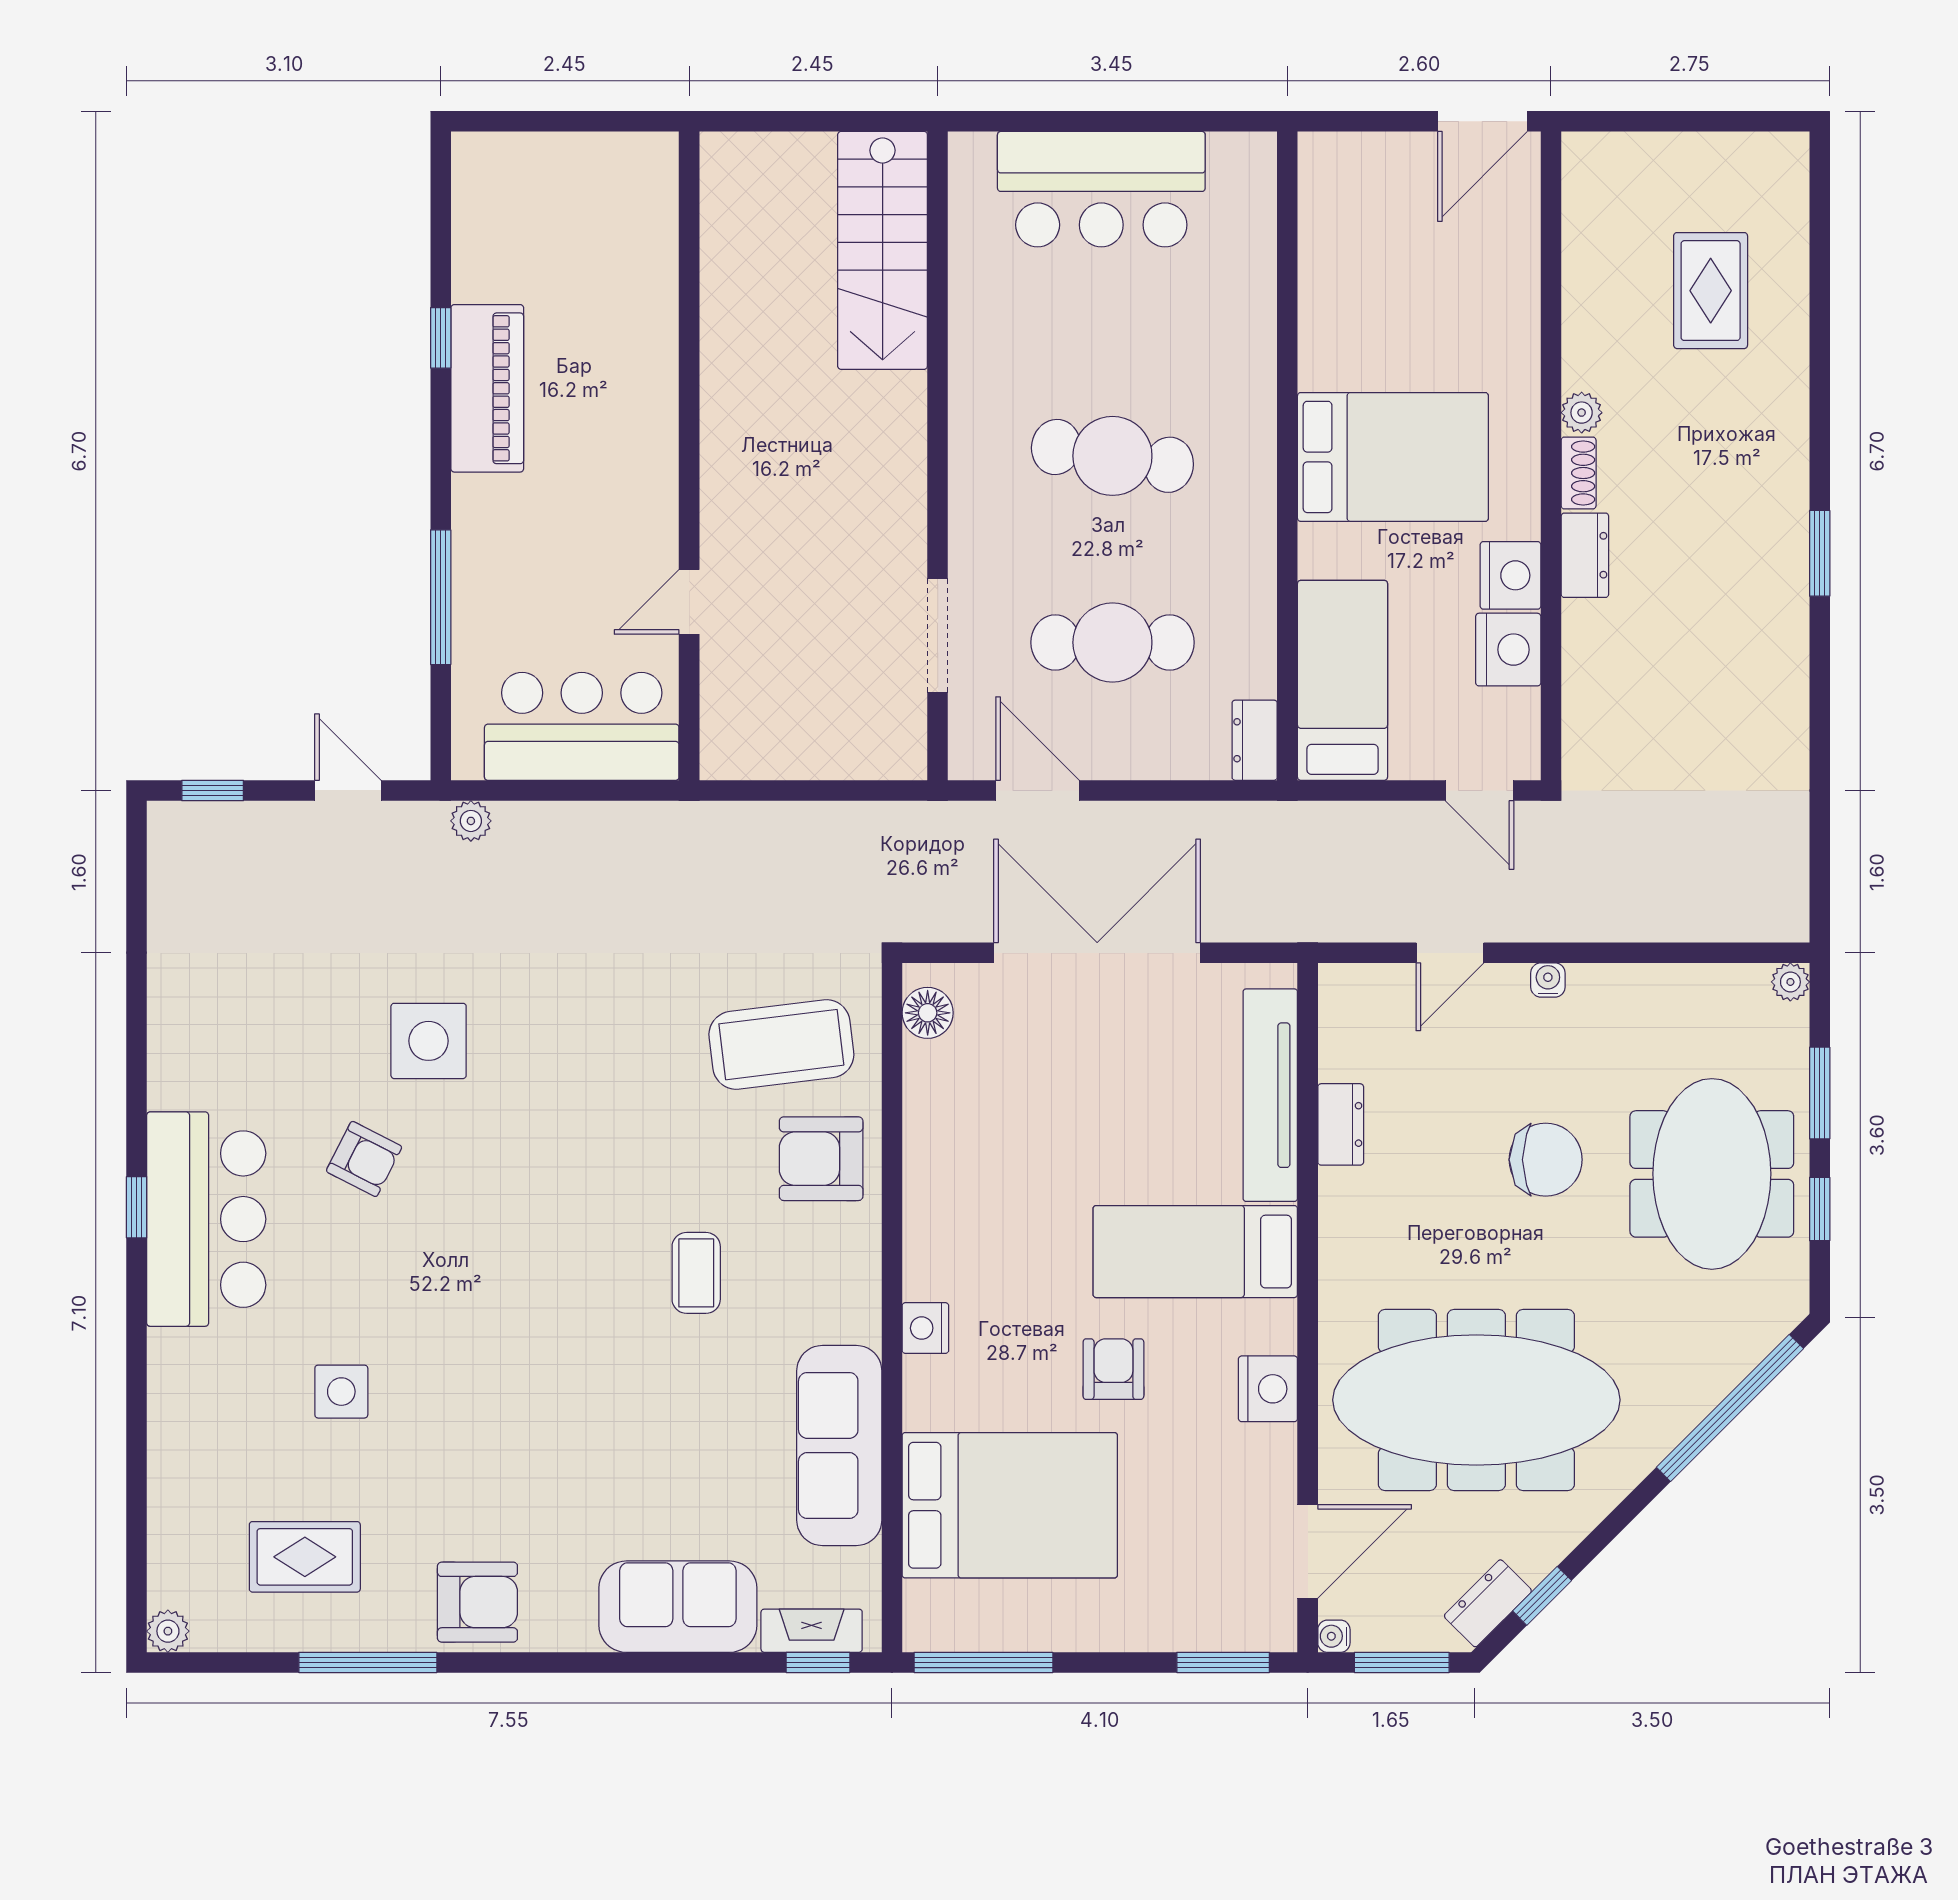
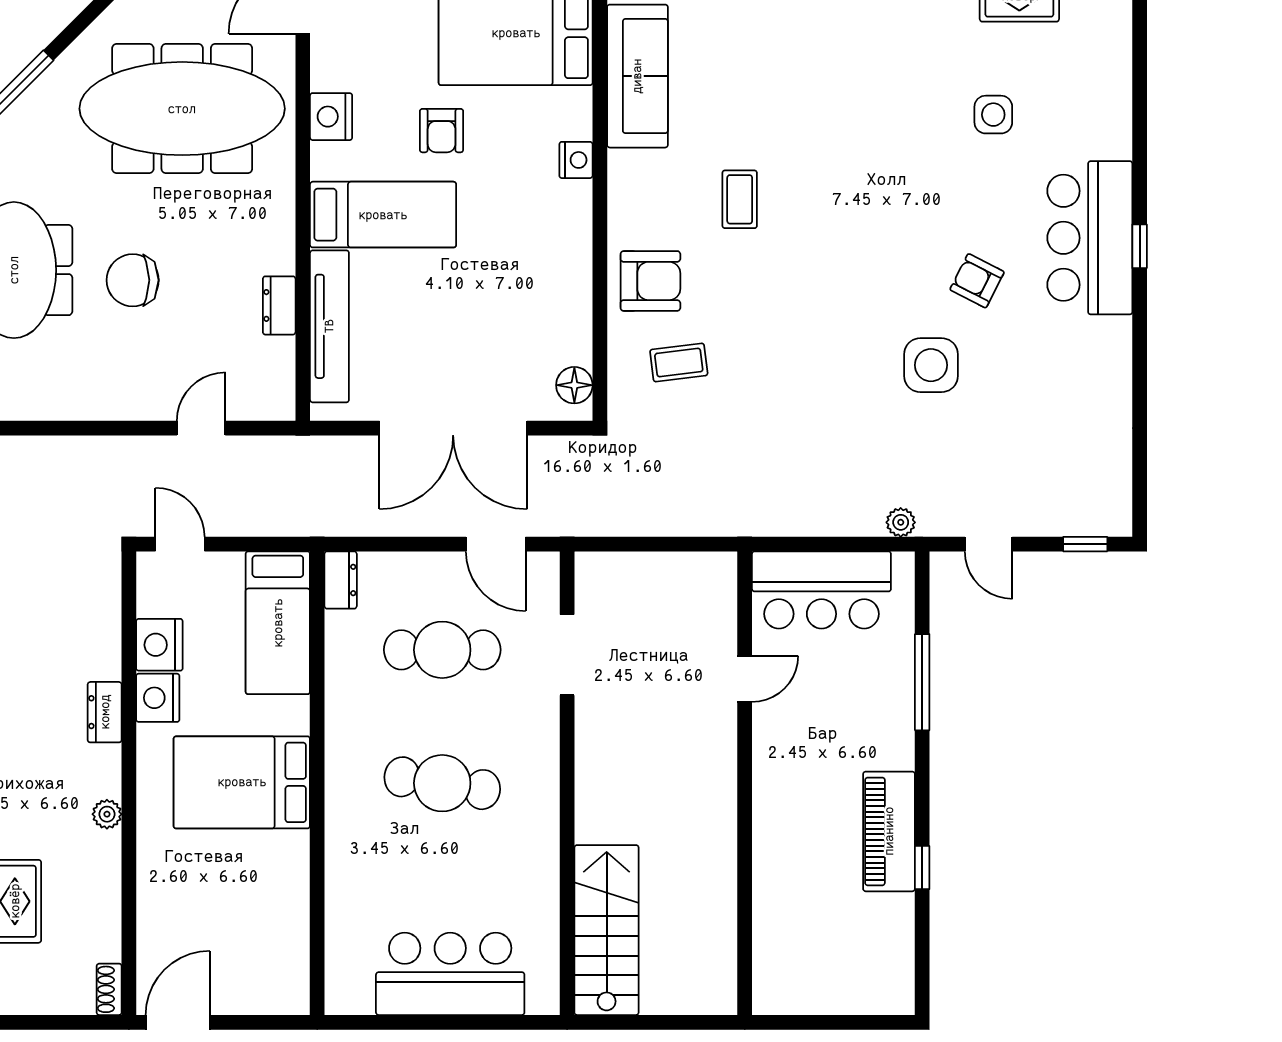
shoe rack: (1579, 473) -> (109, 989), moved
water cooler: (1548, 980) -> (131, 409), removed
coffee table: (781, 1045) -> (679, 363), width x0.54, depth x0.58

